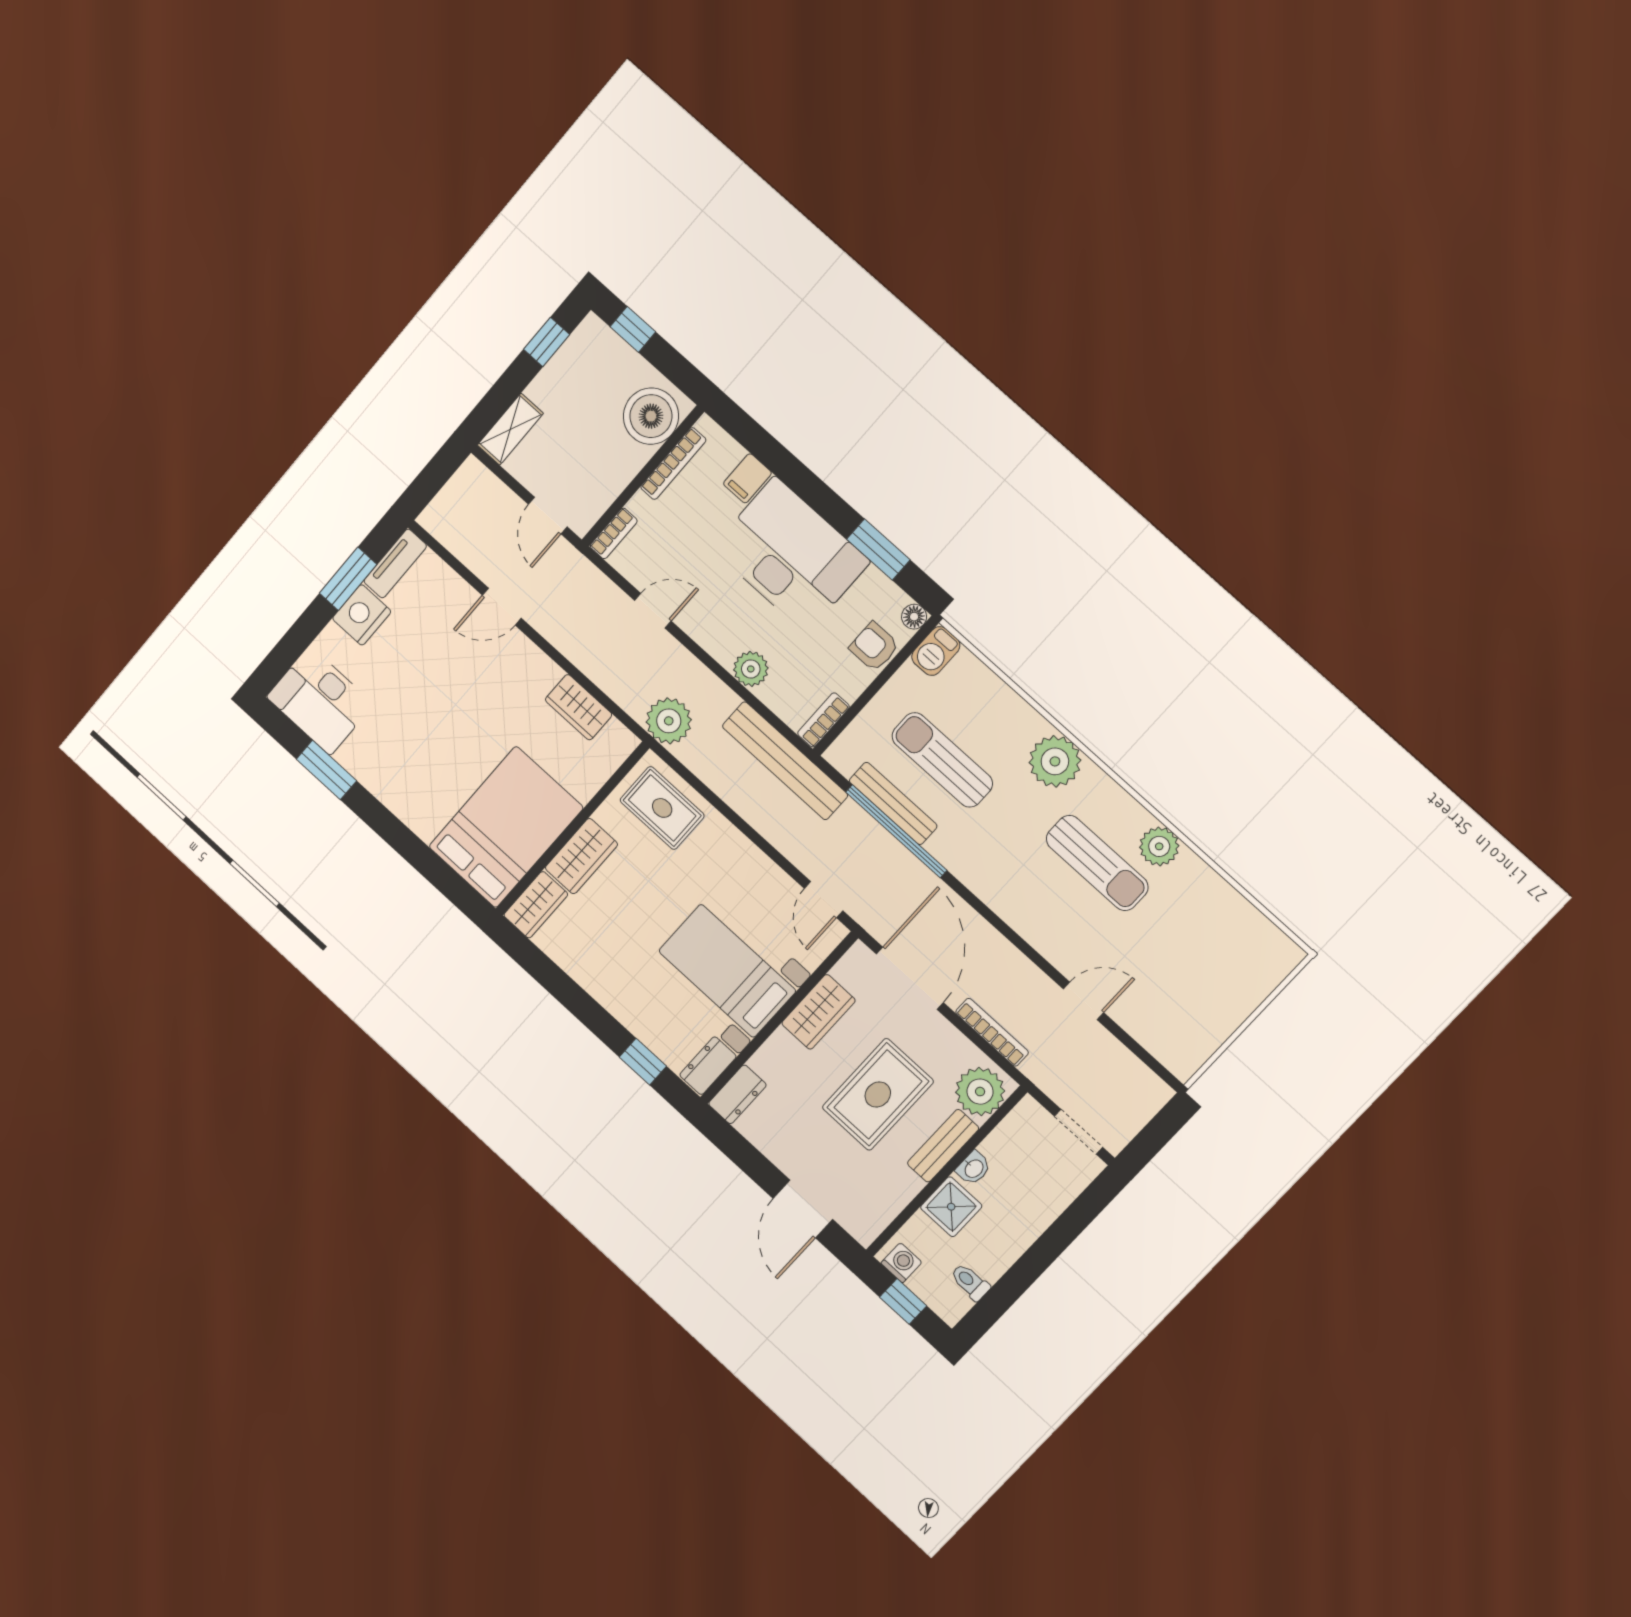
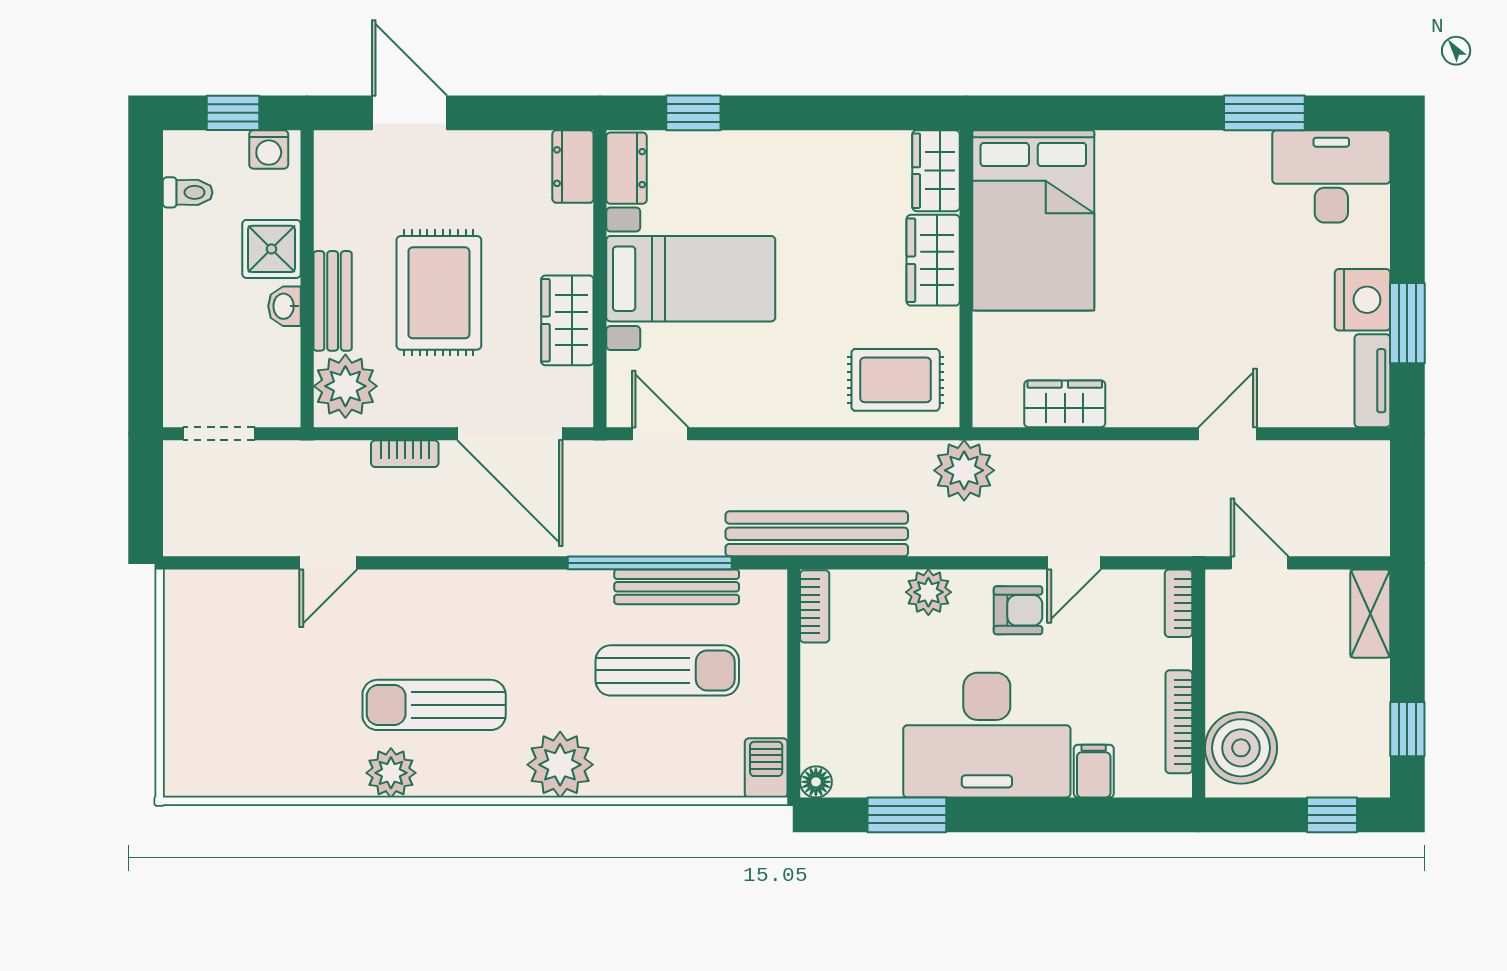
armchair: (874, 647) -> (1018, 610), moved
bookcase: (992, 1032) -> (405, 454), width x0.64

